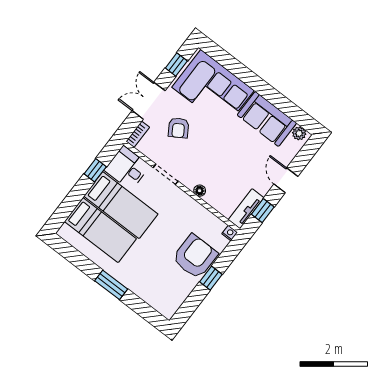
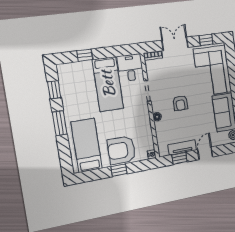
armchair: (178, 128) -> (180, 103), moved, turned -58
window: (95, 170) -> (85, 55), moved
tv unit: (246, 209) -> (182, 147), moved
bed: (100, 230) -> (87, 145), moved, turned 180
armchair: (195, 256) -> (122, 150), turned 180
window: (77, 258) -> (54, 90), added

